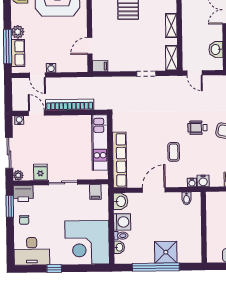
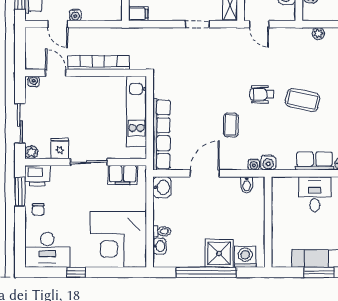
filing cabinet: (95, 192) -> (123, 175), width x2.00
washing machine: (122, 222) -> (245, 257), moved, turned -90

